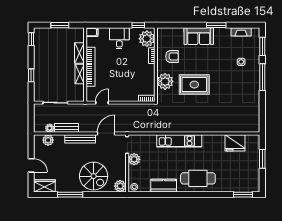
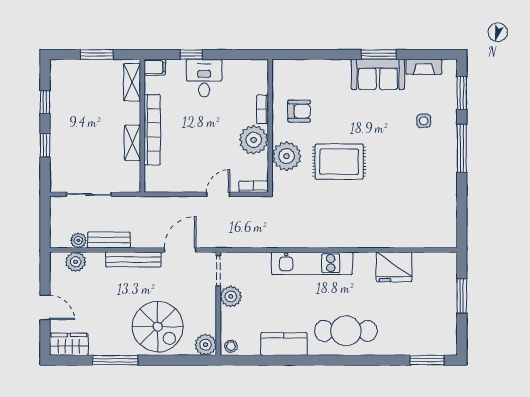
window: (138, 25) -> (191, 55), moved
sofa: (199, 36) -> (378, 74), moved
window: (31, 39) -> (45, 102), moved
plant: (147, 39) -> (254, 140), moved
shelving: (79, 53) -> (132, 82), moved
door: (102, 103) -> (218, 194), moved
fridge: (235, 143) -> (394, 267), moved

